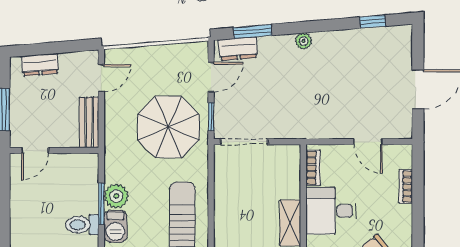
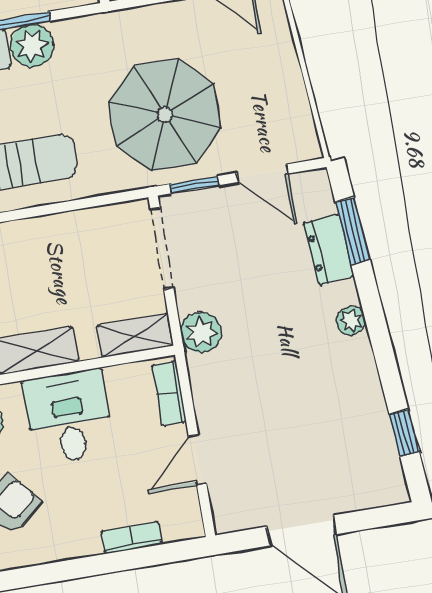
dresser: (238, 49) -> (329, 250), moved
plant: (296, 127) -> (201, 332), added
shelving: (291, 165) -> (135, 336), added
bookcase: (313, 168) -> (169, 393), moved, turned 90

